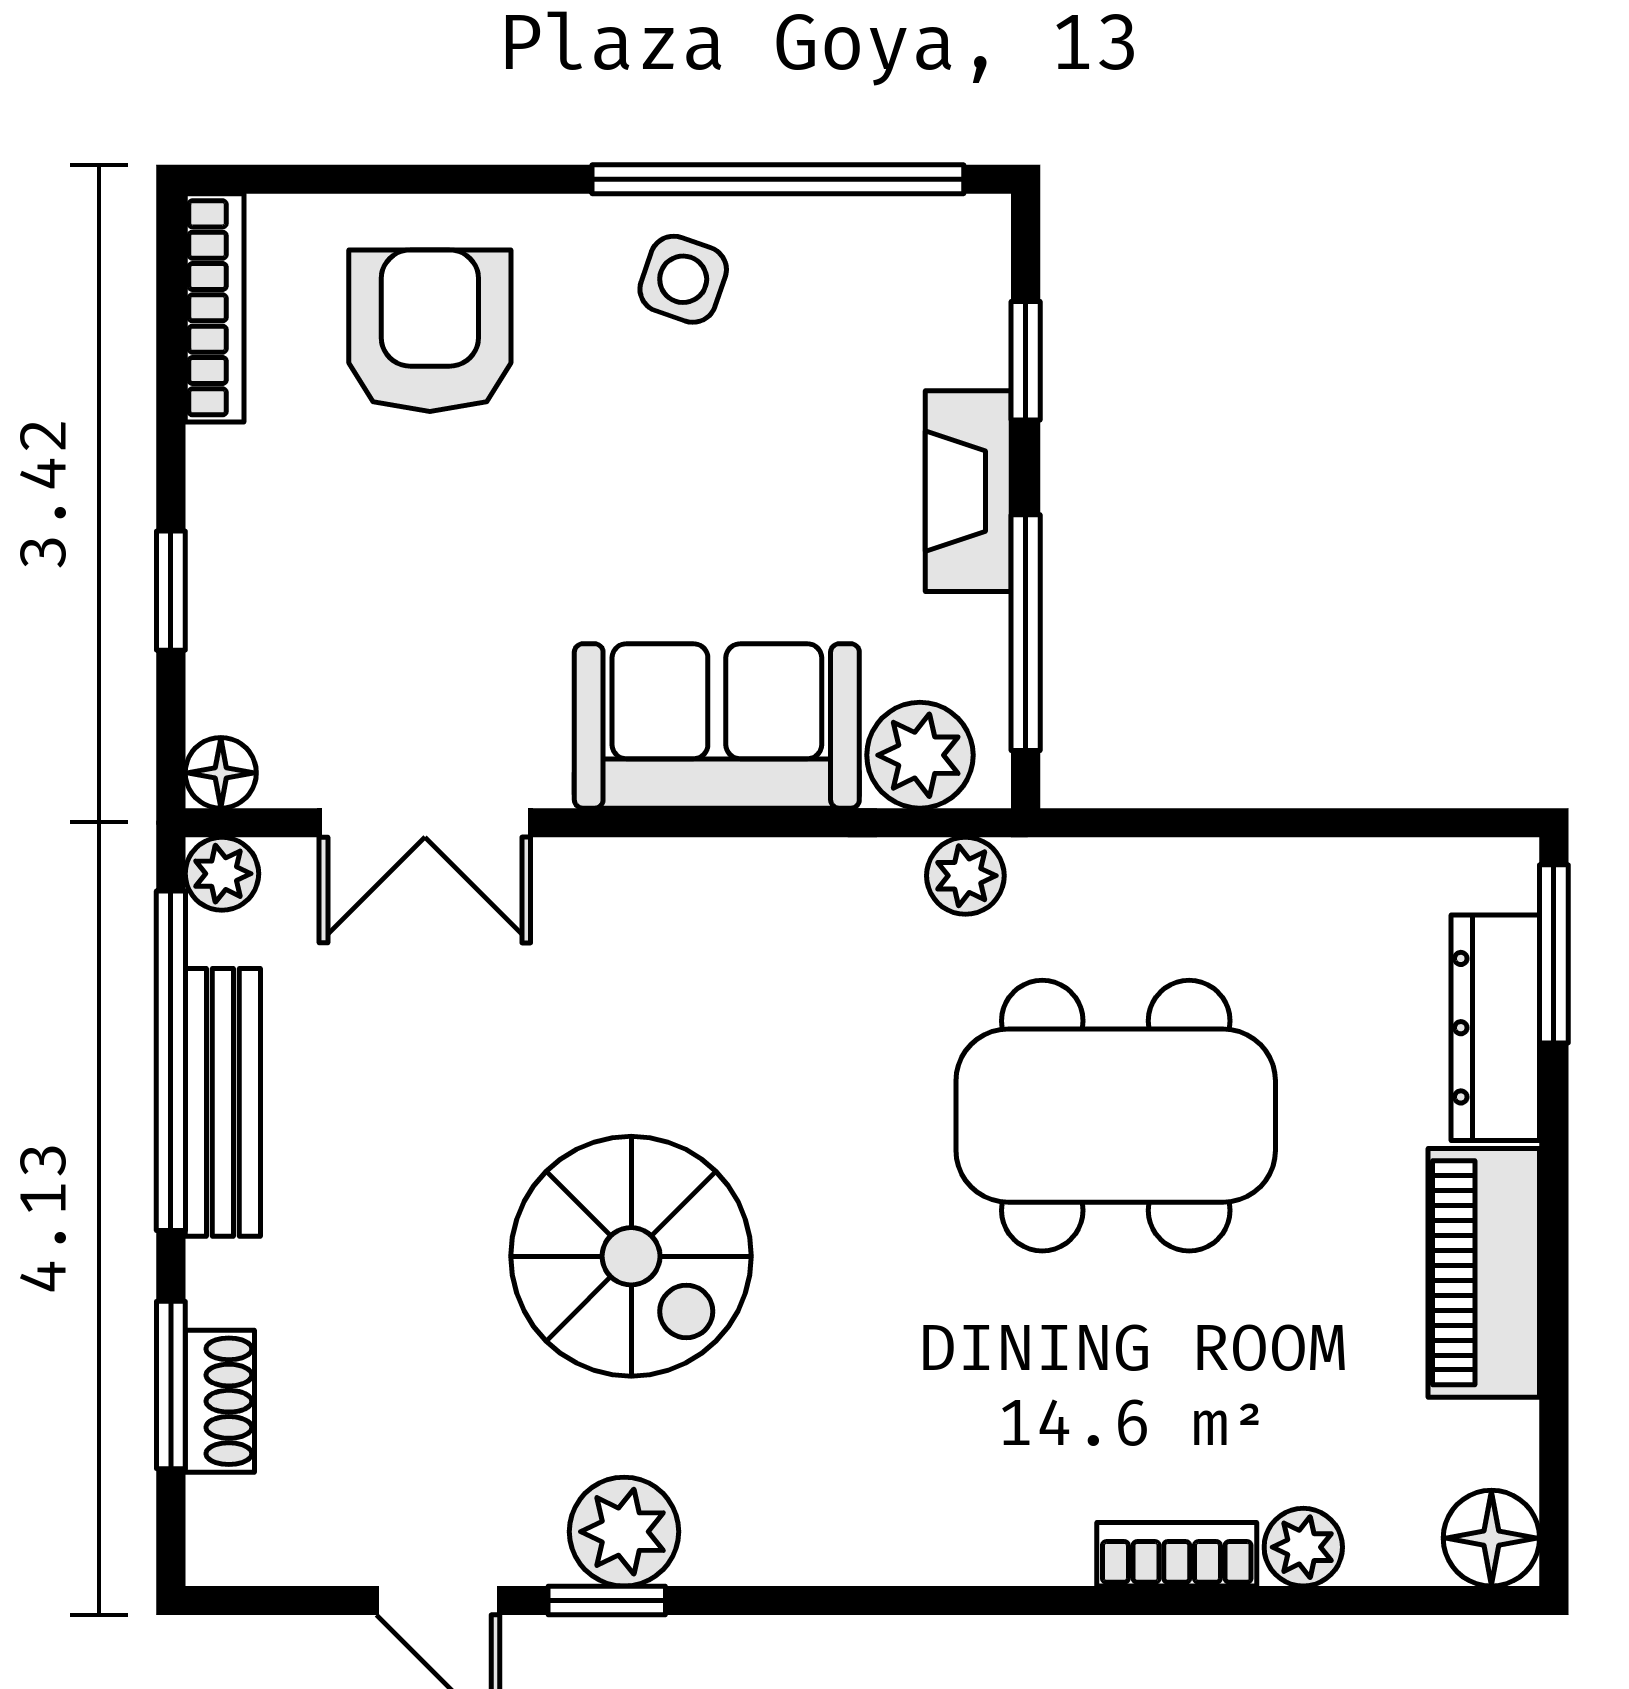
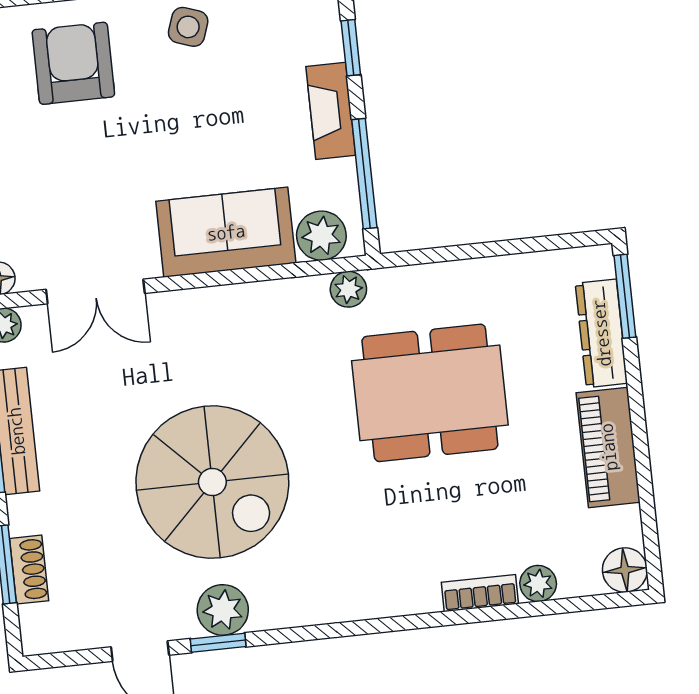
spiral stairs: (631, 1256) -> (212, 482), width x1.37, depth x1.37

